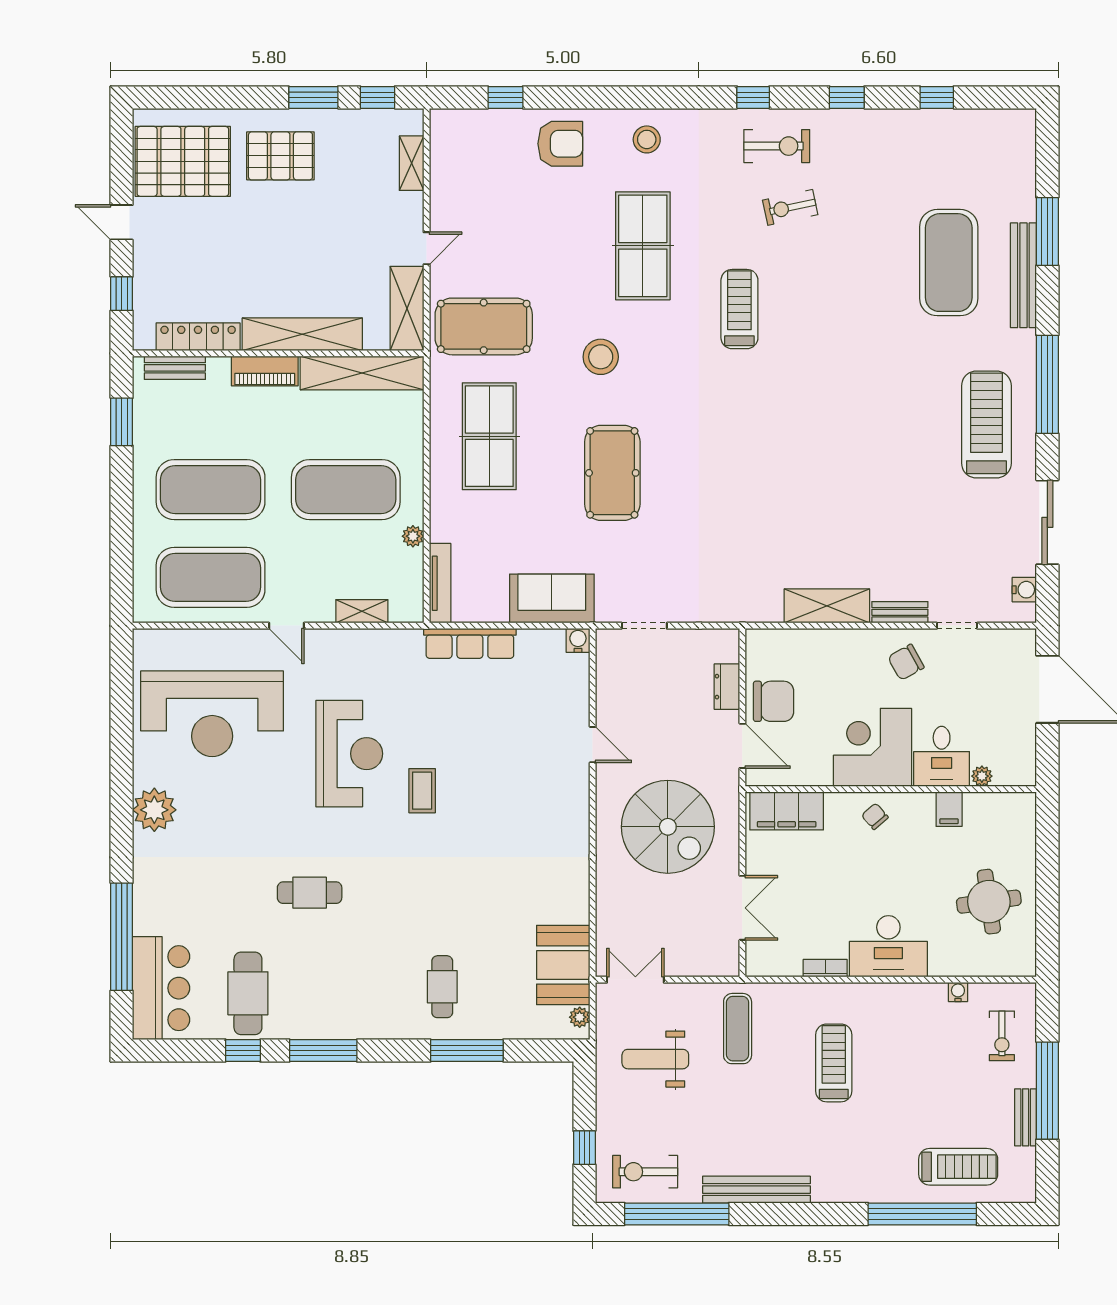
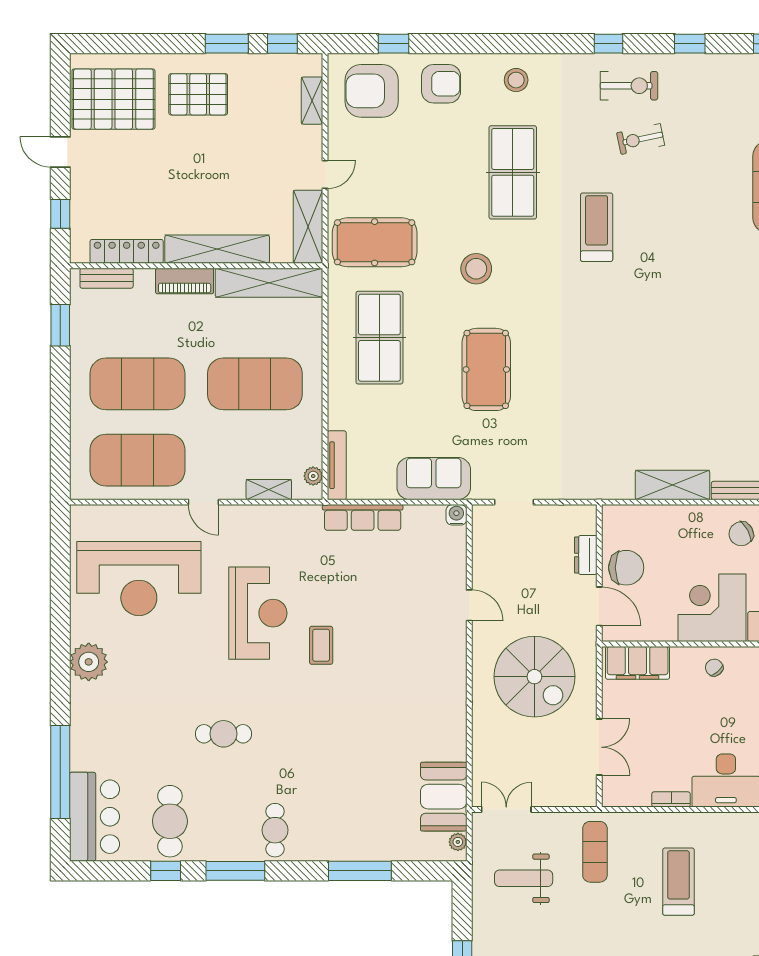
armchair: (480, 152) -> (372, 91), added
plant: (413, 536) -> (313, 476), moved
cafe table: (442, 987) -> (275, 830), moved

